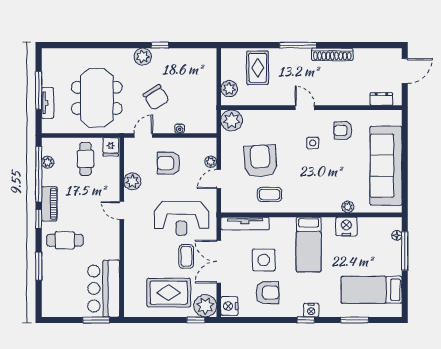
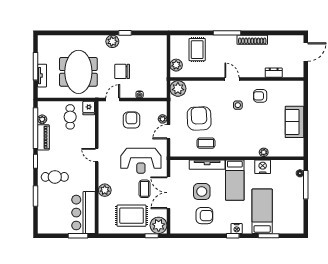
chair: (156, 97) -> (122, 71), turned 122
dresser: (381, 99) -> (274, 73), moved
armchair: (169, 163) -> (131, 120), turned 90
sofa: (386, 166) -> (294, 122), width x0.54, depth x0.79
plant: (132, 181) -> (105, 190), moved
piano: (49, 204) -> (43, 137), moved
tv unit: (245, 224) -> (207, 165), moved
bed: (371, 290) -> (262, 211), moved, turned 90
nightstand: (229, 306) -> (176, 226), removed

